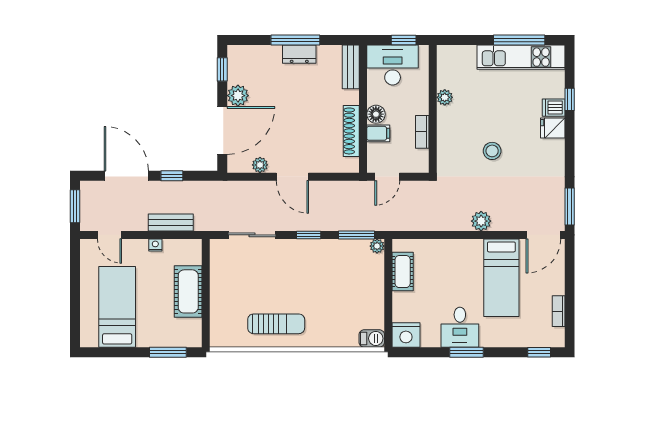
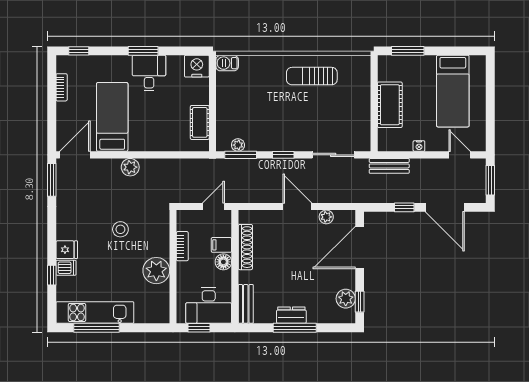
plant: (238, 96) -> (346, 299), moved
plant: (445, 97) -> (156, 271), width x1.88, depth x1.88
bench: (171, 222) -> (389, 166), moved
plant: (377, 246) -> (238, 145), moved

